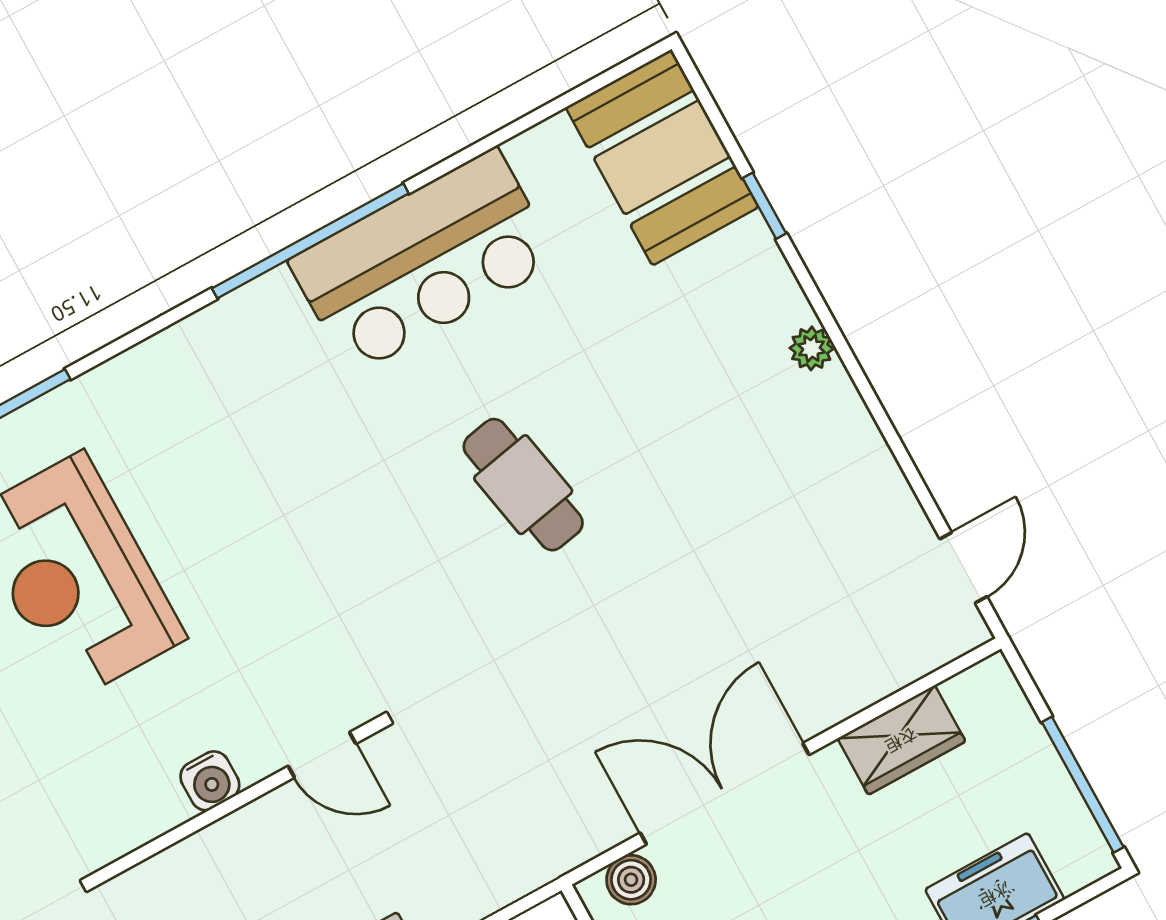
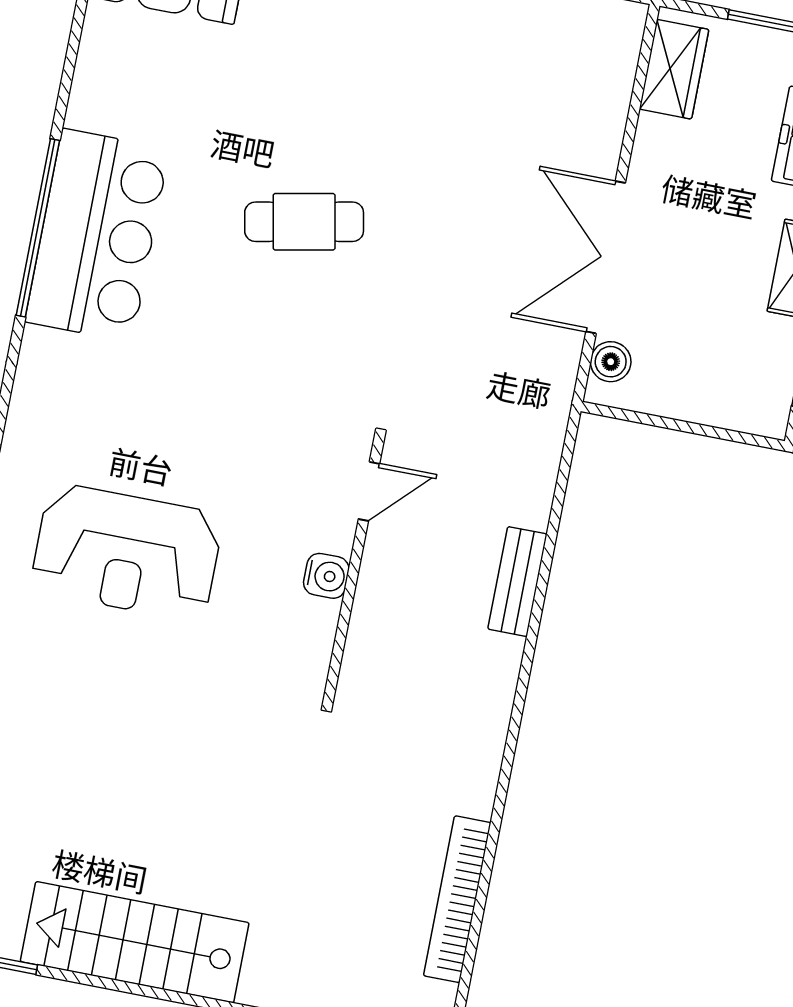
bar counter: (424, 261) -> (97, 235), moved
wardrobe: (901, 740) -> (674, 69), moved

